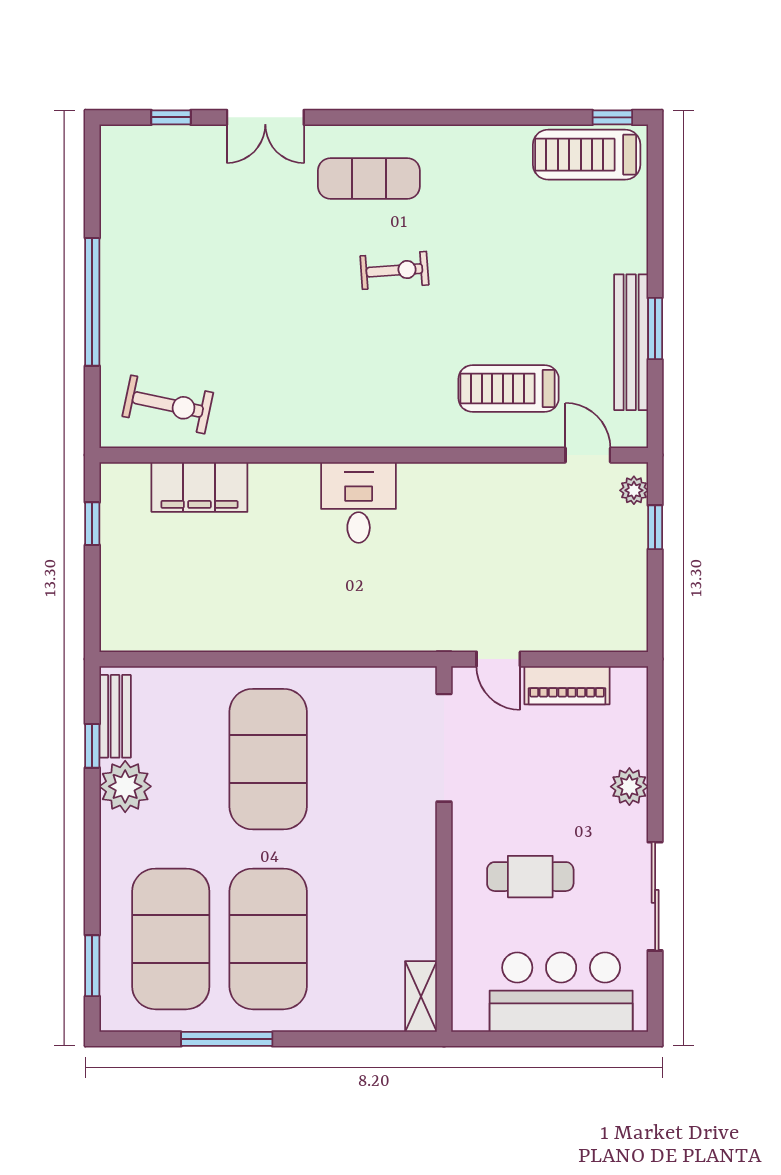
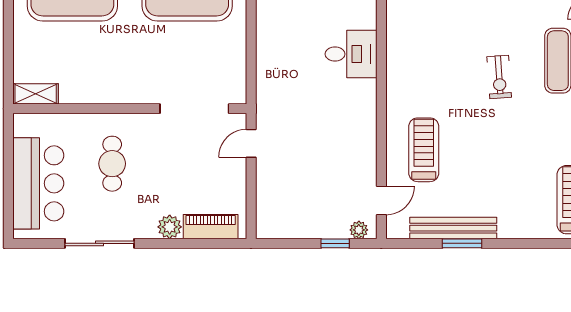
piano: (567, 685) -> (211, 227), moved, turned 90

